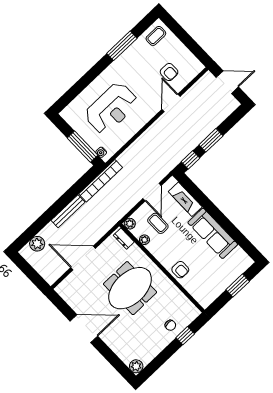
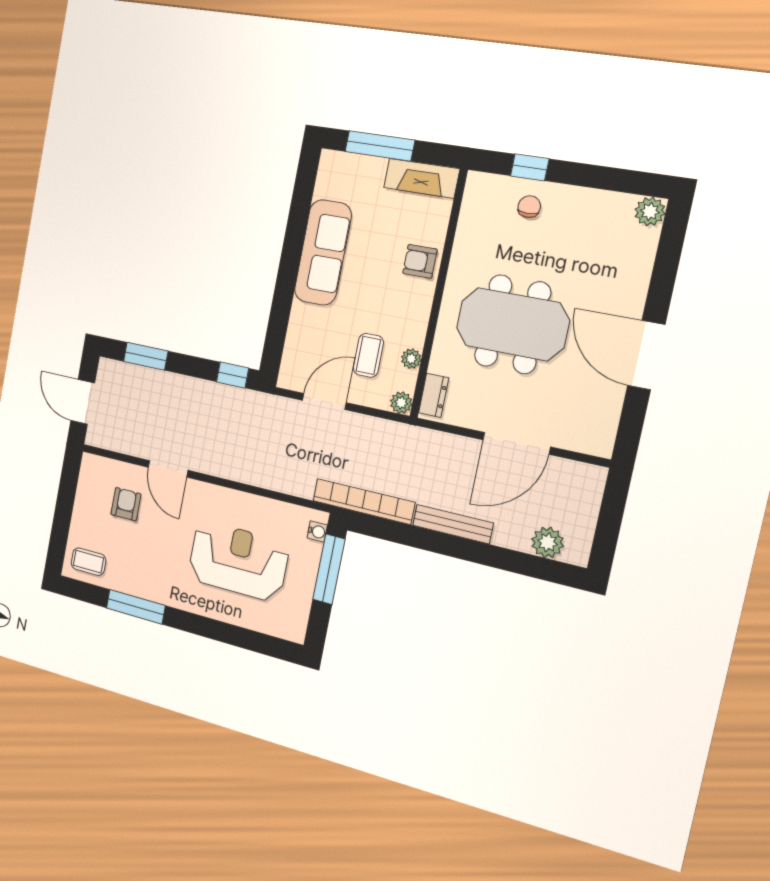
door: (171, 103) -> (168, 469), hinge flipped
window: (211, 140) -> (146, 356), moved
fireplace: (185, 199) -> (422, 178), moved, turned 90
door: (83, 258) -> (517, 443), hinge flipped
armchair: (180, 270) -> (420, 261), turned -90
window: (238, 286) -> (380, 146), width x1.44

